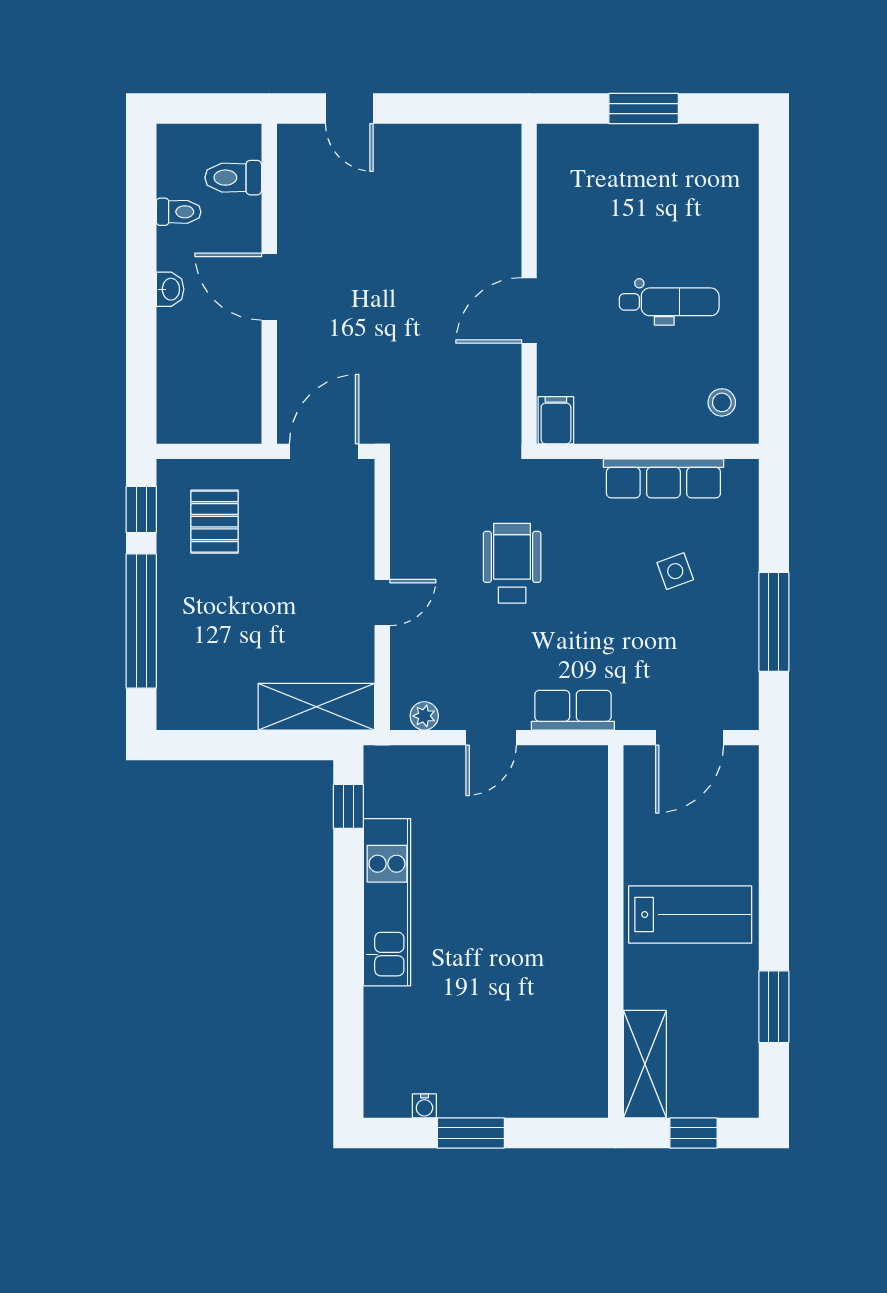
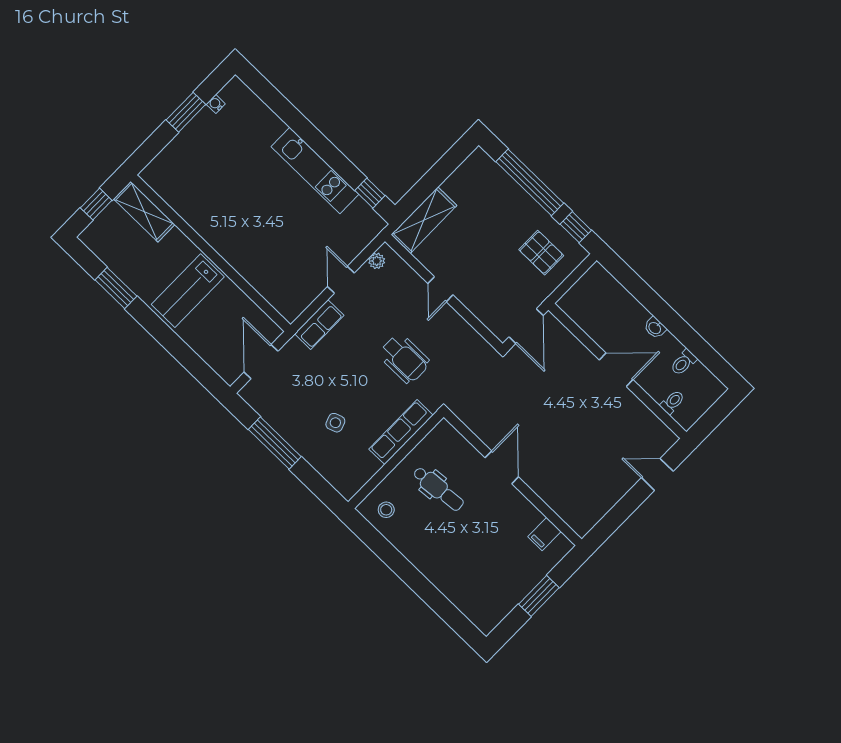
toilet: (233, 178) -> (672, 402), width x0.73, depth x0.72
dental chair: (669, 302) -> (438, 489), moved, turned -95
filing cabinet: (556, 420) -> (544, 534), moved, turned 90
row of seats: (663, 478) -> (401, 432), moved

